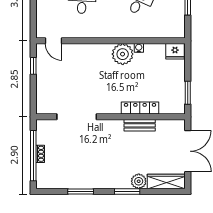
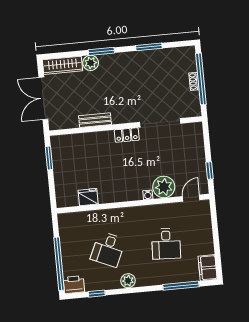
door: (54, 41) -> (191, 198), hinge flipped
water cooler: (139, 48) -> (148, 195), moved
fridge: (175, 51) -> (88, 197), moved
plant: (123, 54) -> (164, 187), moved
locker: (140, 108) -> (127, 135), moved, width x0.66

